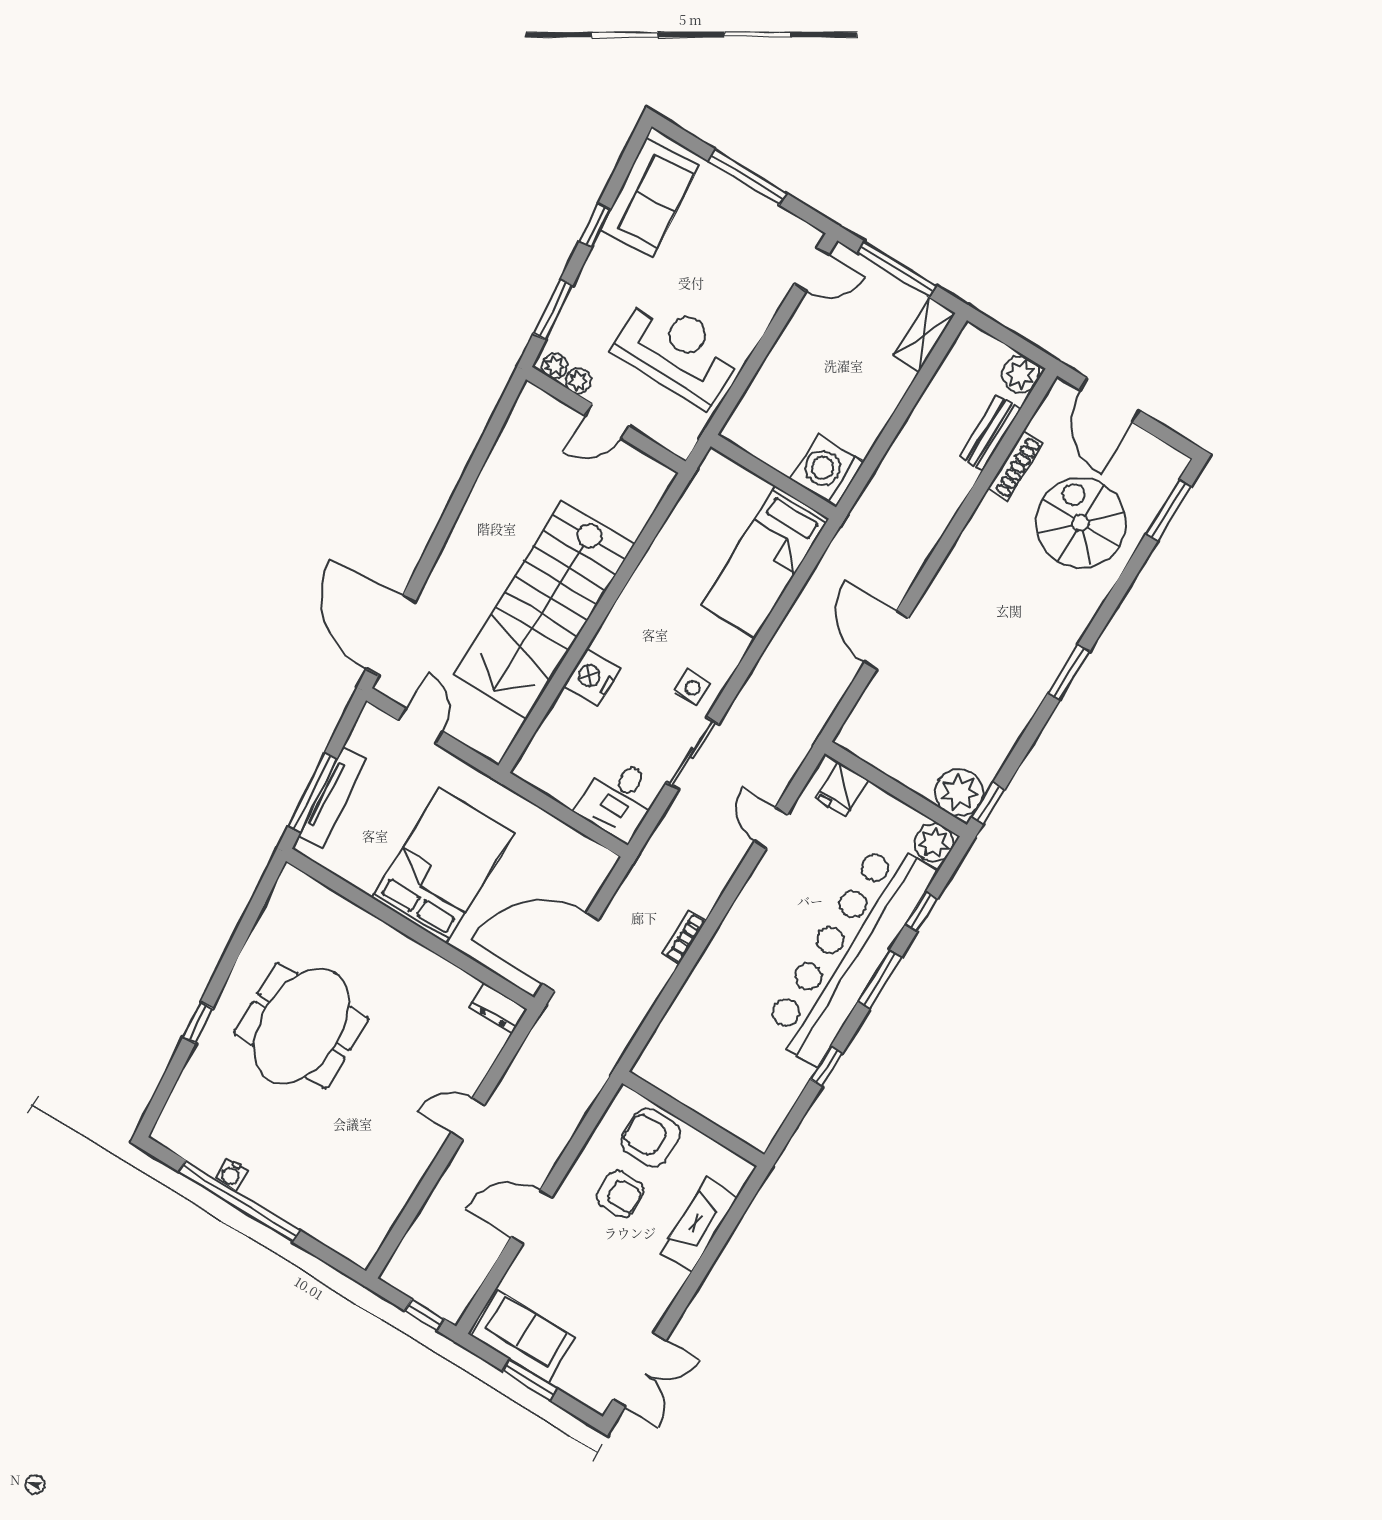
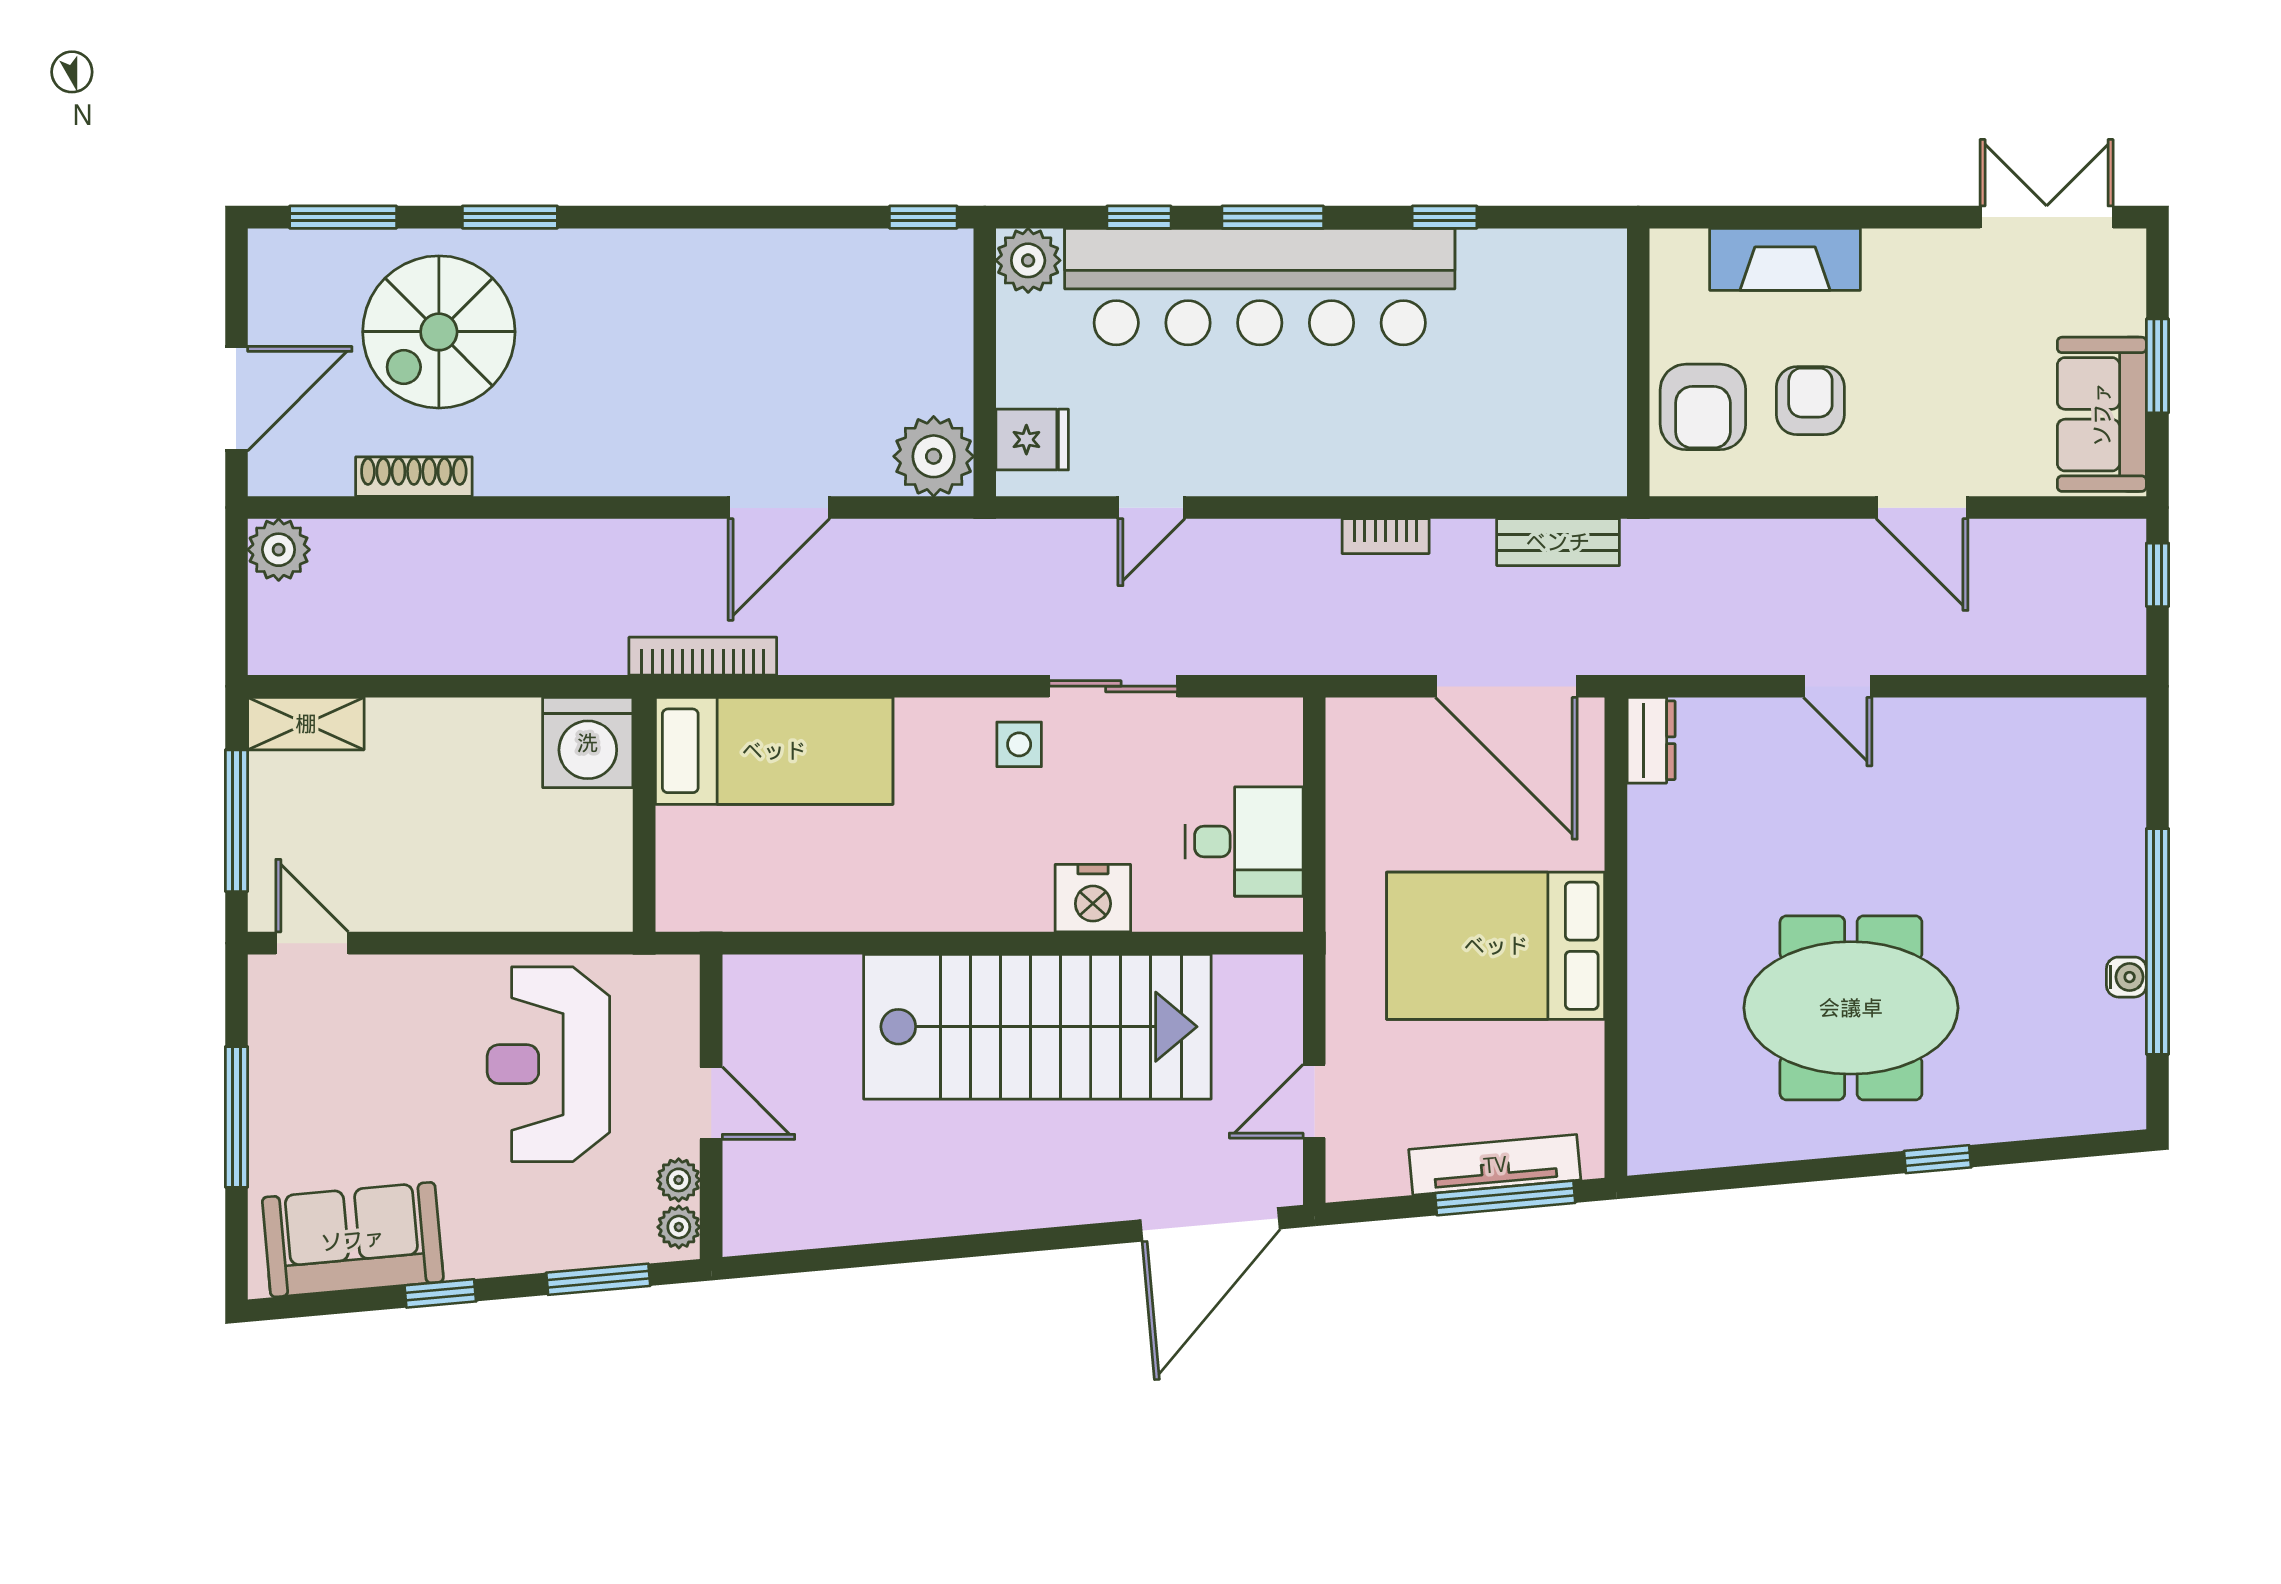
bench: (990, 433) -> (1558, 542), moved
bookcase: (835, 556) -> (703, 656), added
window: (1069, 672) -> (510, 217), moved
plant: (959, 792) -> (934, 456), moved
desk: (619, 799) -> (1244, 842), moved

